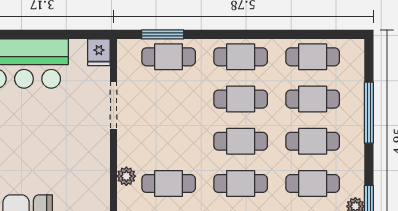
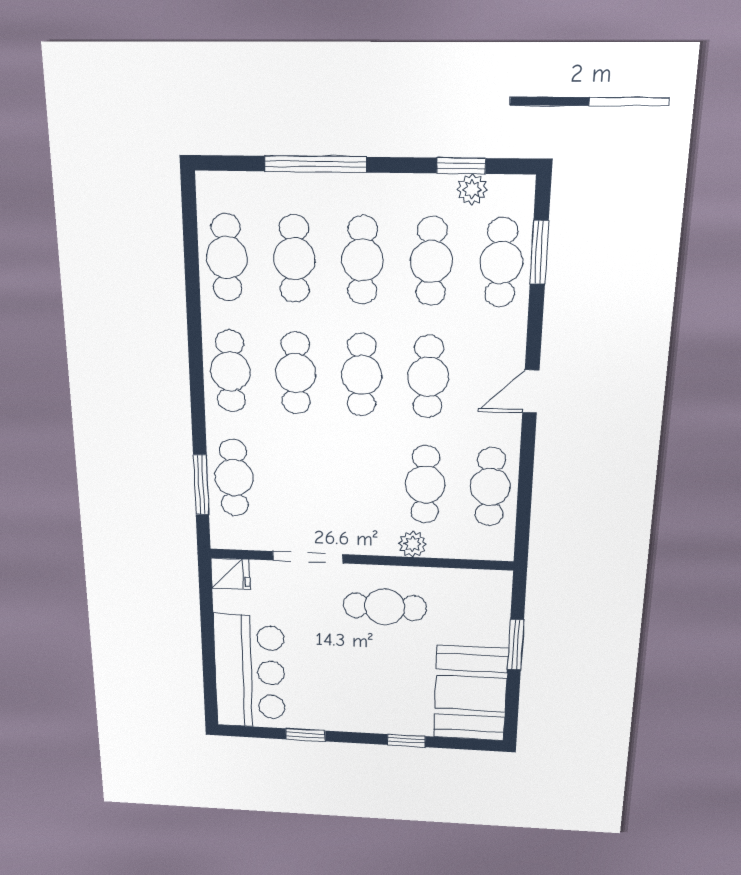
cafe table: (79, 158) -> (385, 607), added

